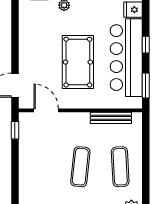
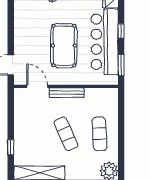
bench: (111, 118) -> (67, 93), moved
window: (15, 130) -> (11, 147), moved
exercise mat: (80, 167) -> (66, 134), turned -30

